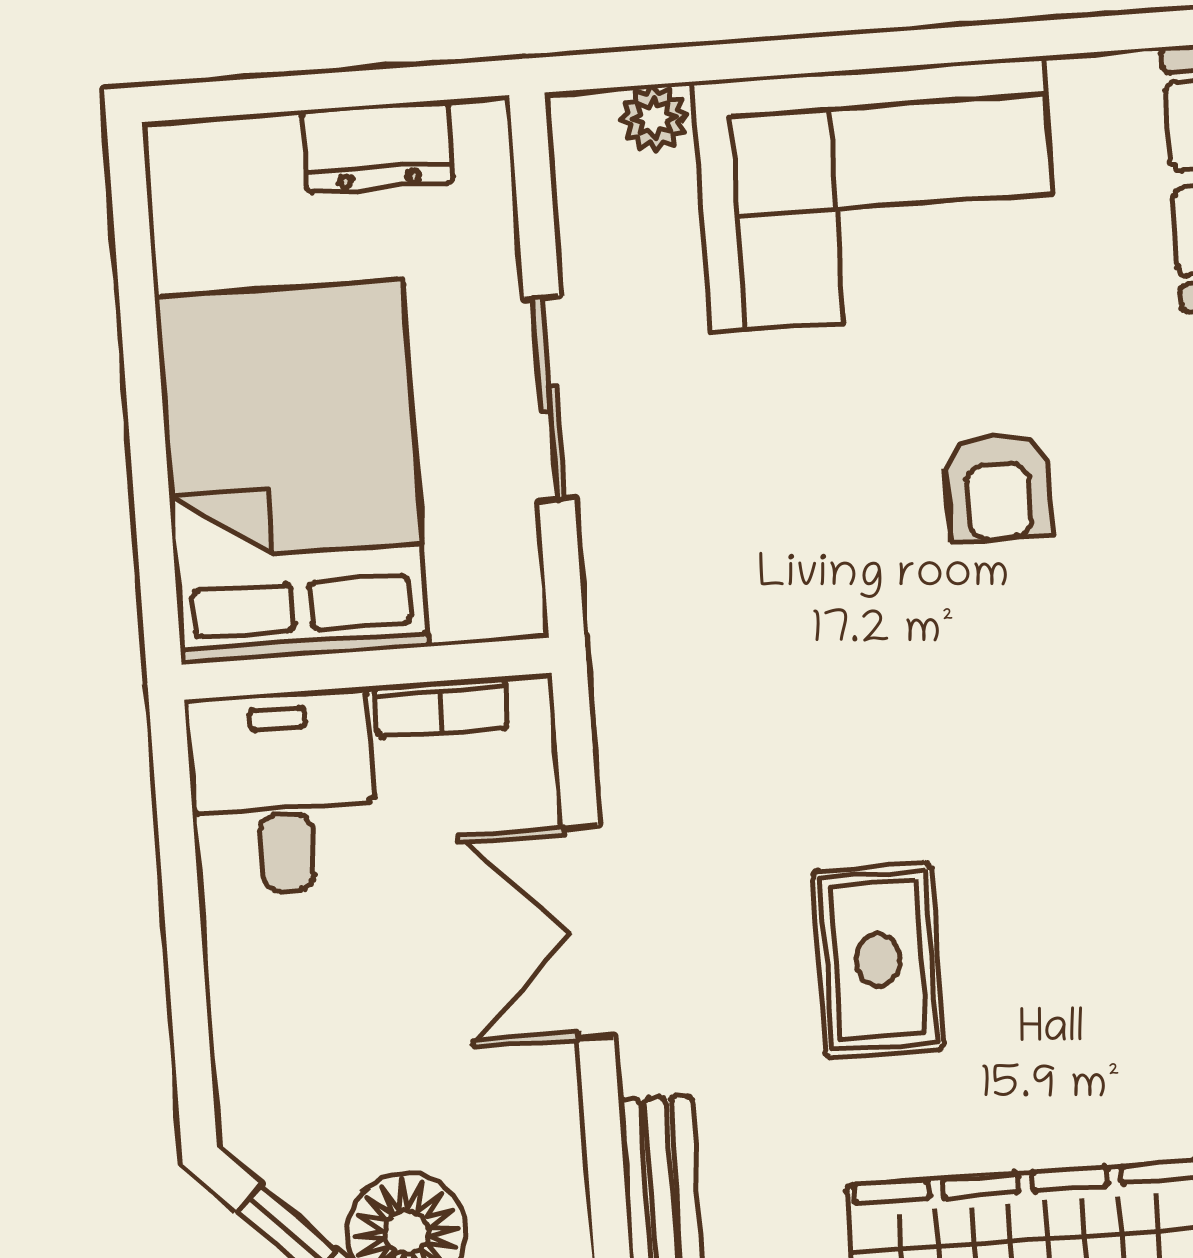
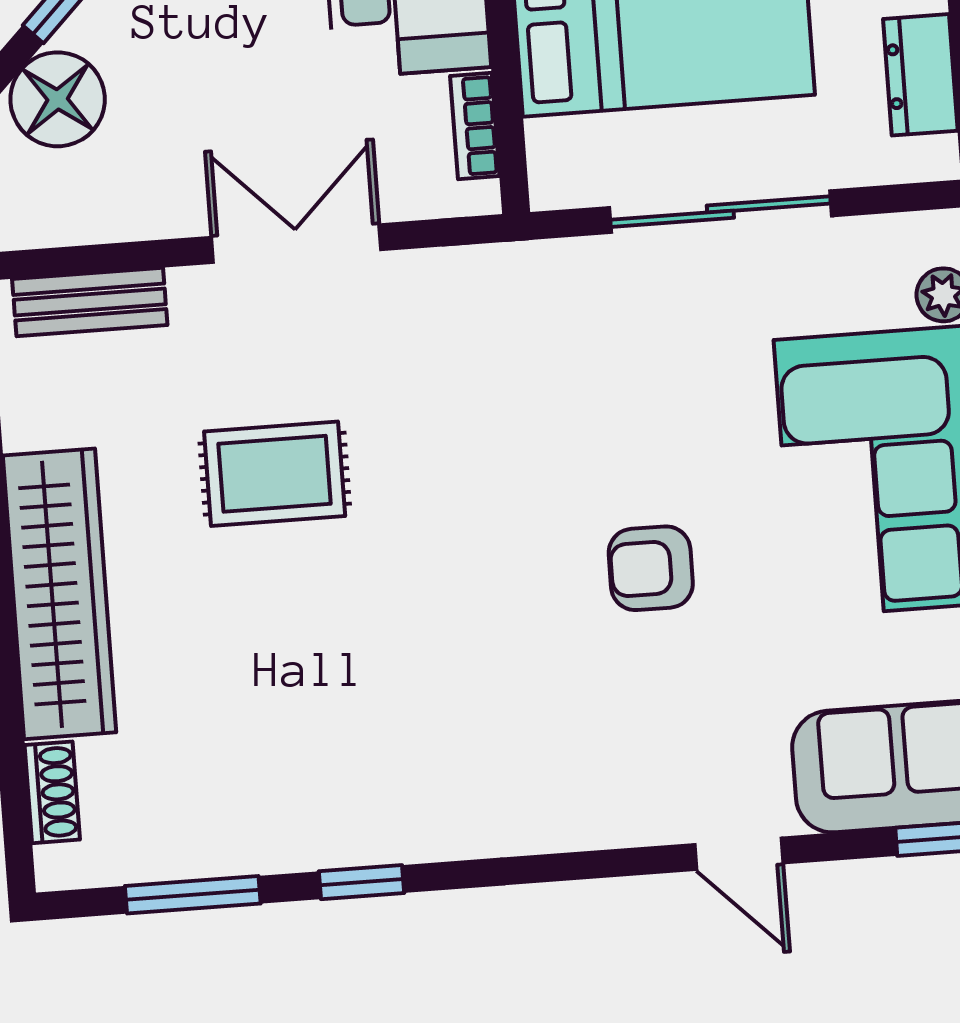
sliding door: (549, 398) -> (720, 212), width x1.37

